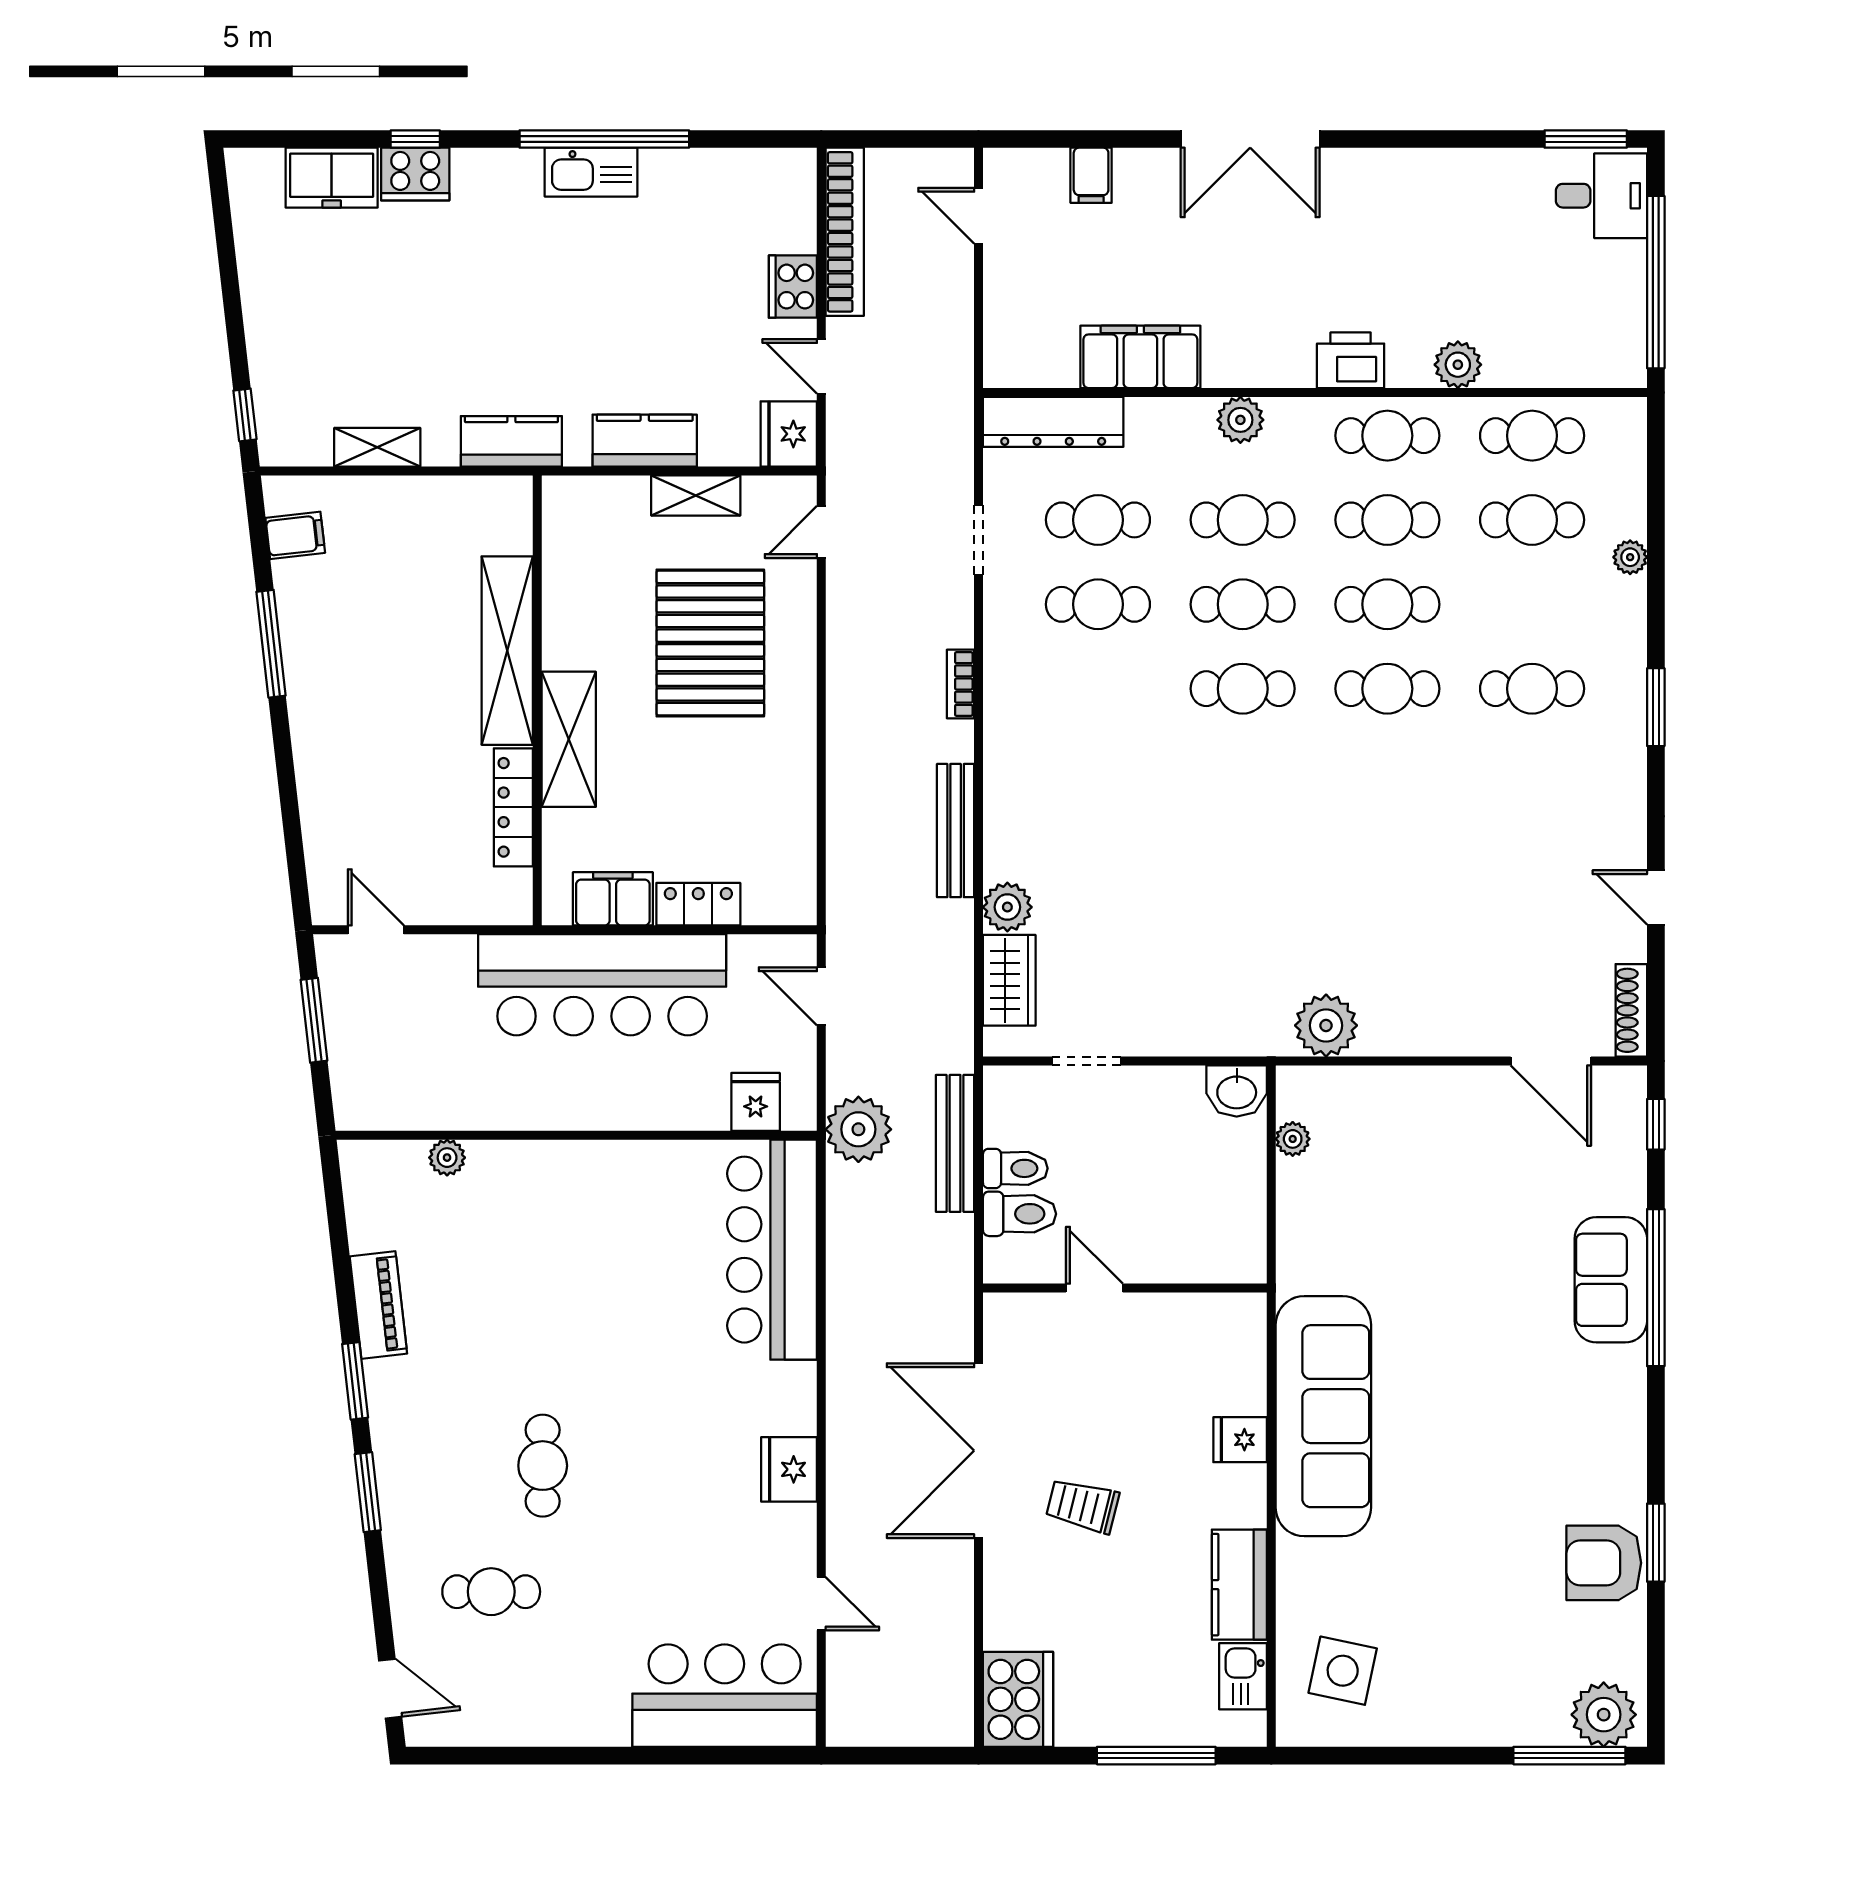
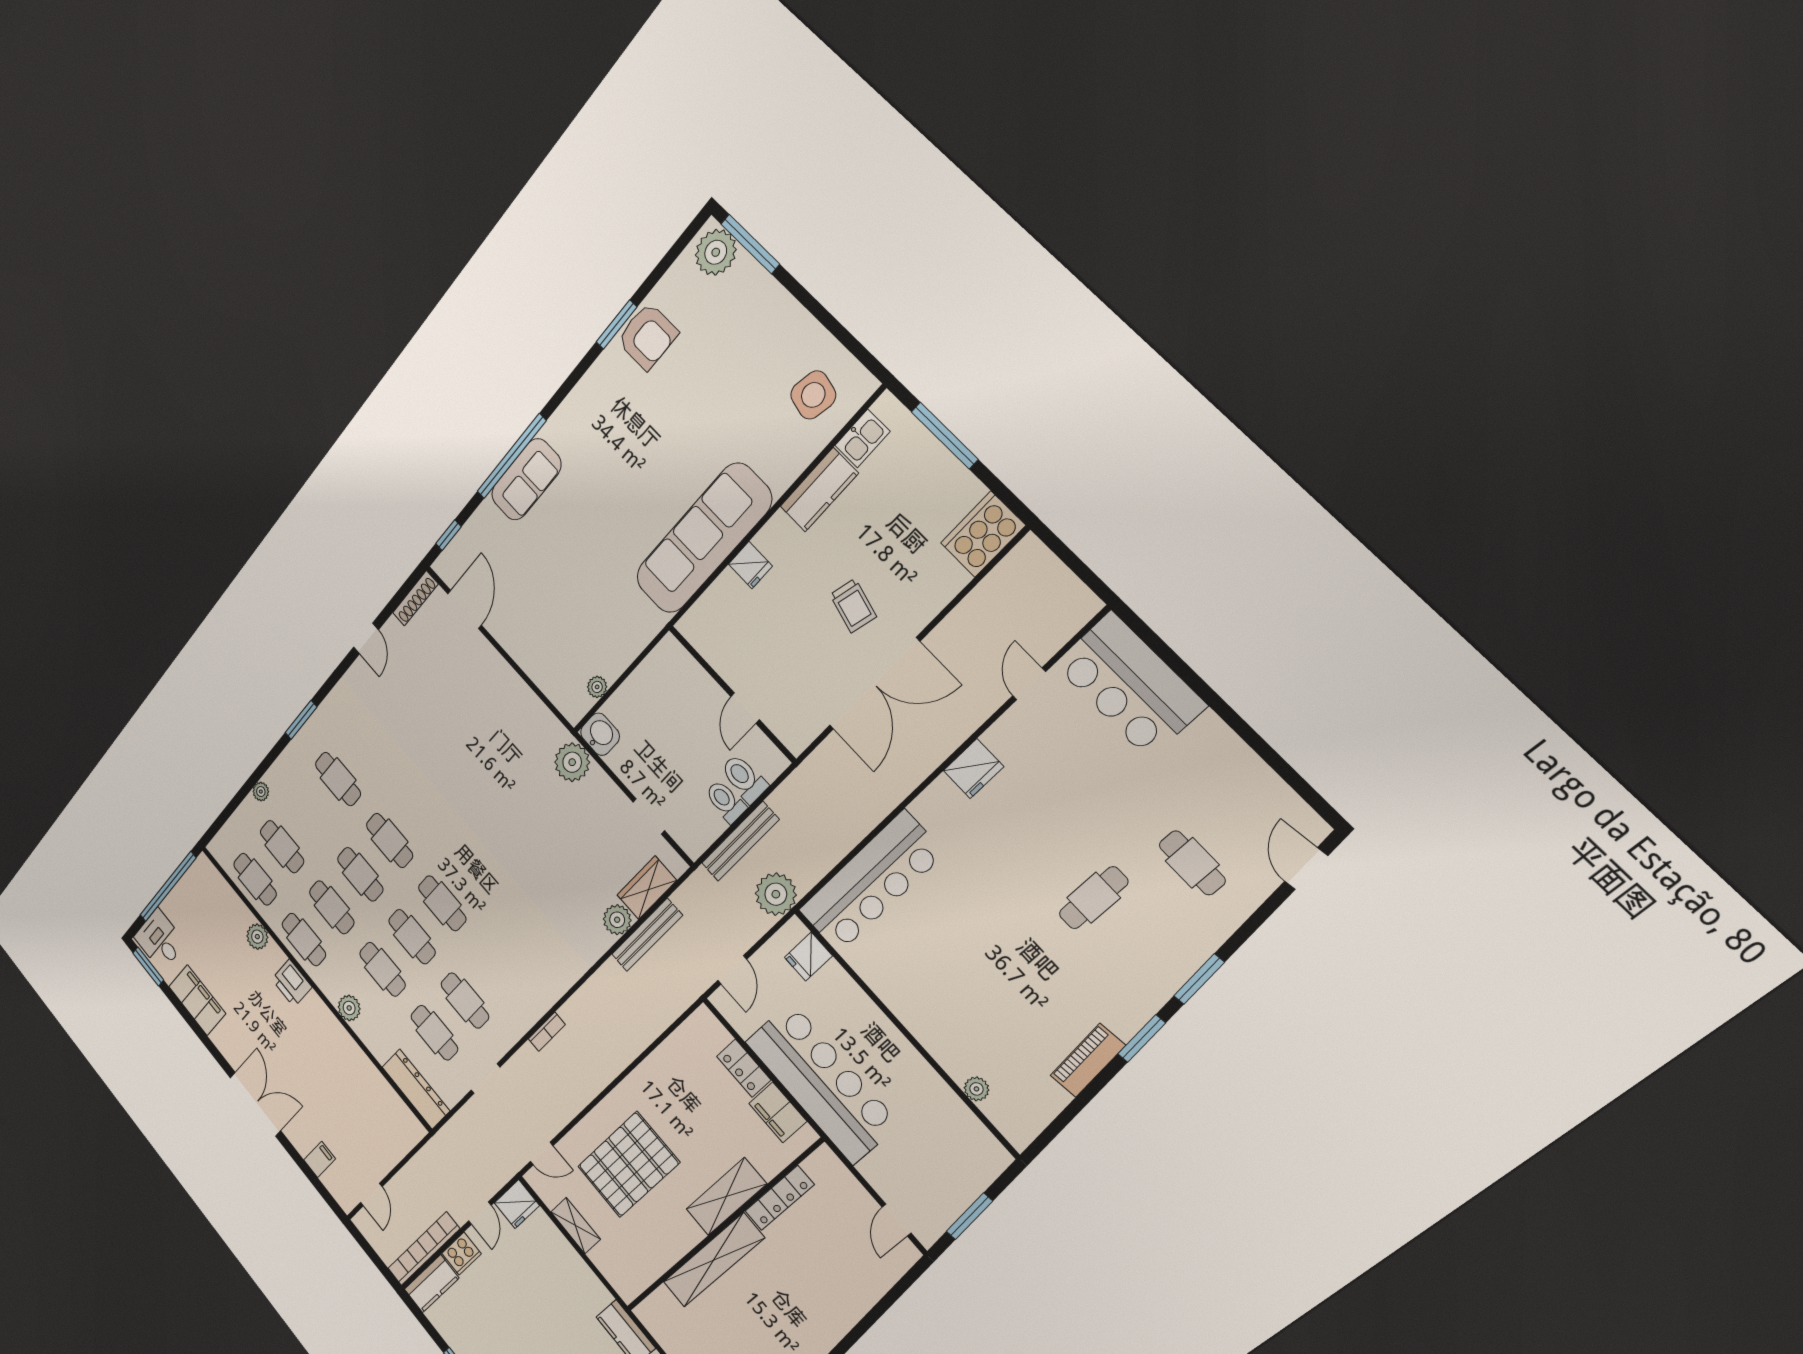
filing cabinet: (1140, 357) -> (197, 1000), moved, turned 180
kitchen counter: (645, 441) -> (432, 1284), moved, turned -90
bench: (956, 831) -> (647, 935), moved
plant: (1326, 1025) -> (572, 762), moved

